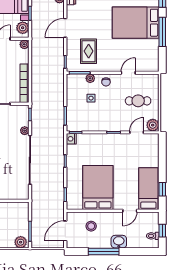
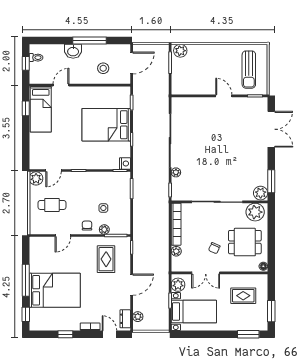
plant: (24, 44) -> (176, 251), moved
bed: (98, 187) -> (106, 125), moved, turned 90

